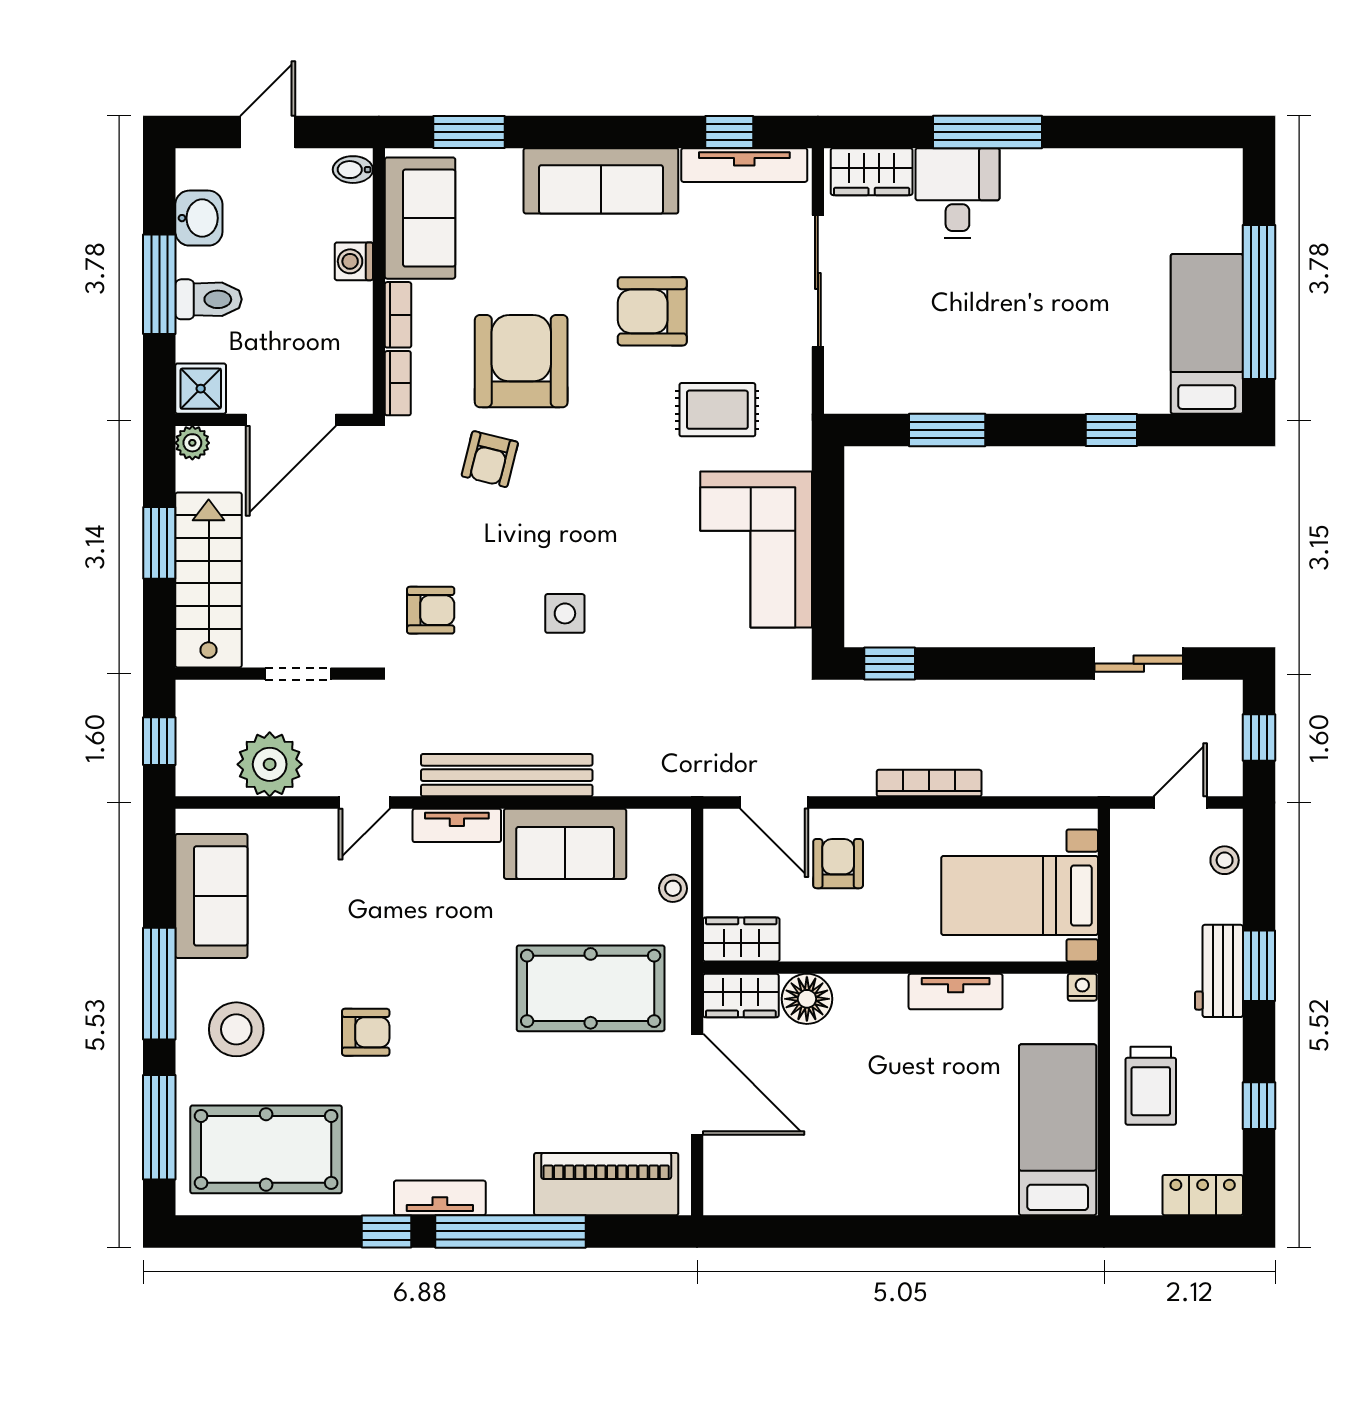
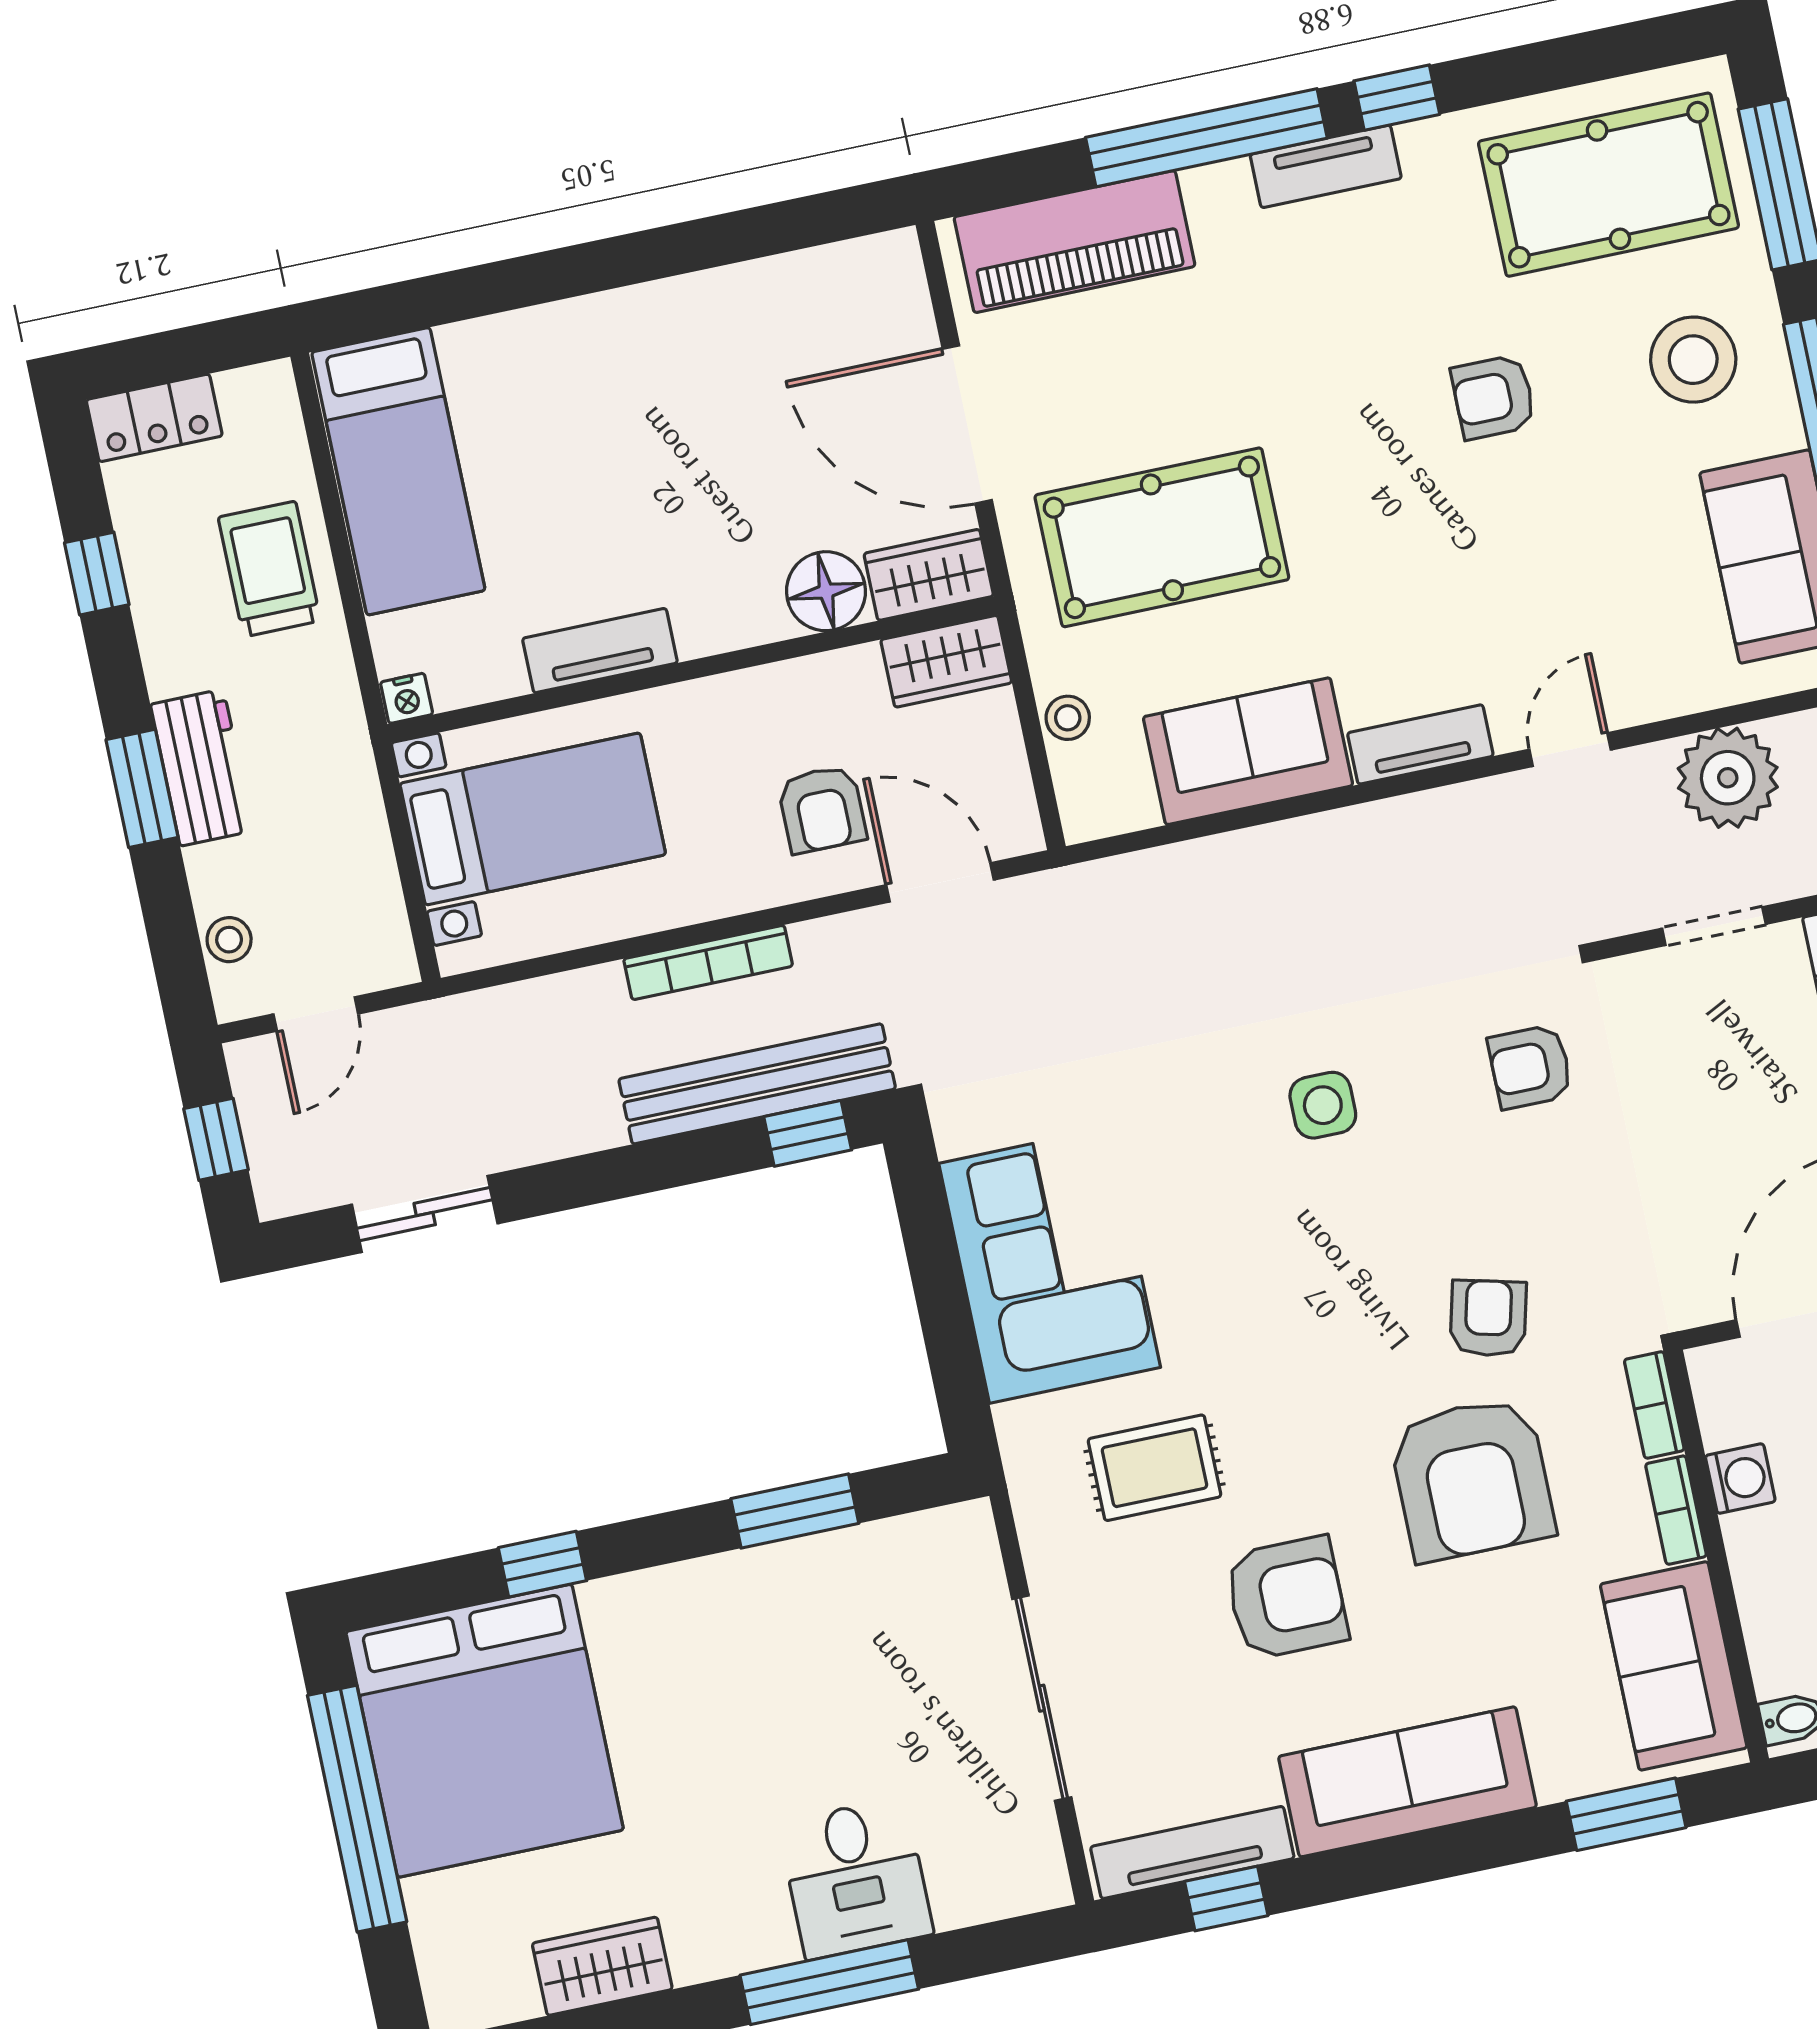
wardrobe: (872, 172) -> (602, 1966), moved
washing machine: (354, 261) -> (1740, 1479), moved
bed: (1207, 334) -> (485, 1731), width x2.04
bench: (507, 775) -> (757, 1084), moved

